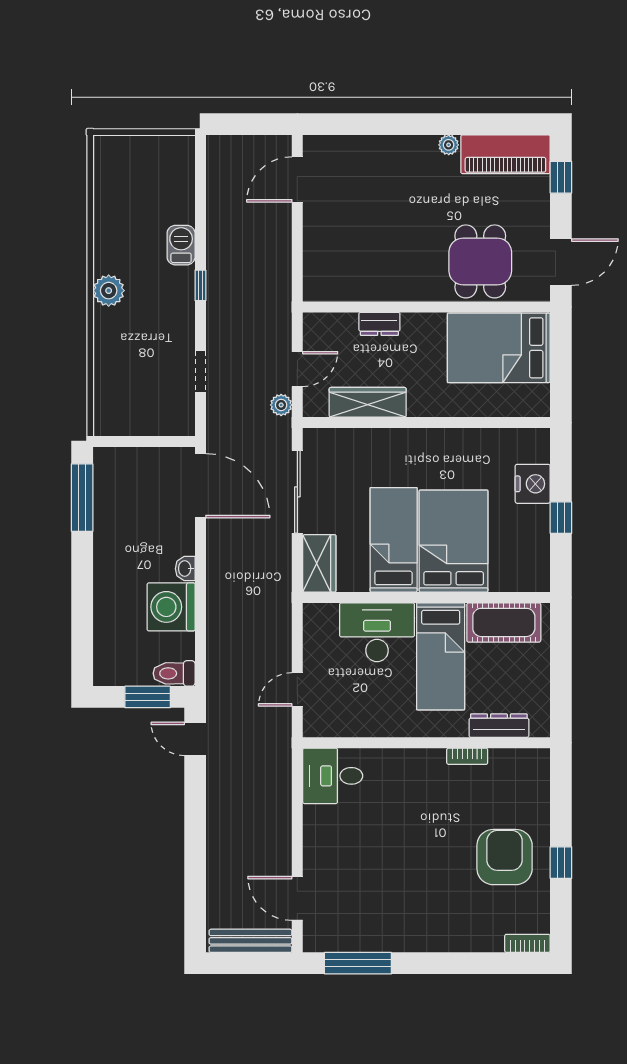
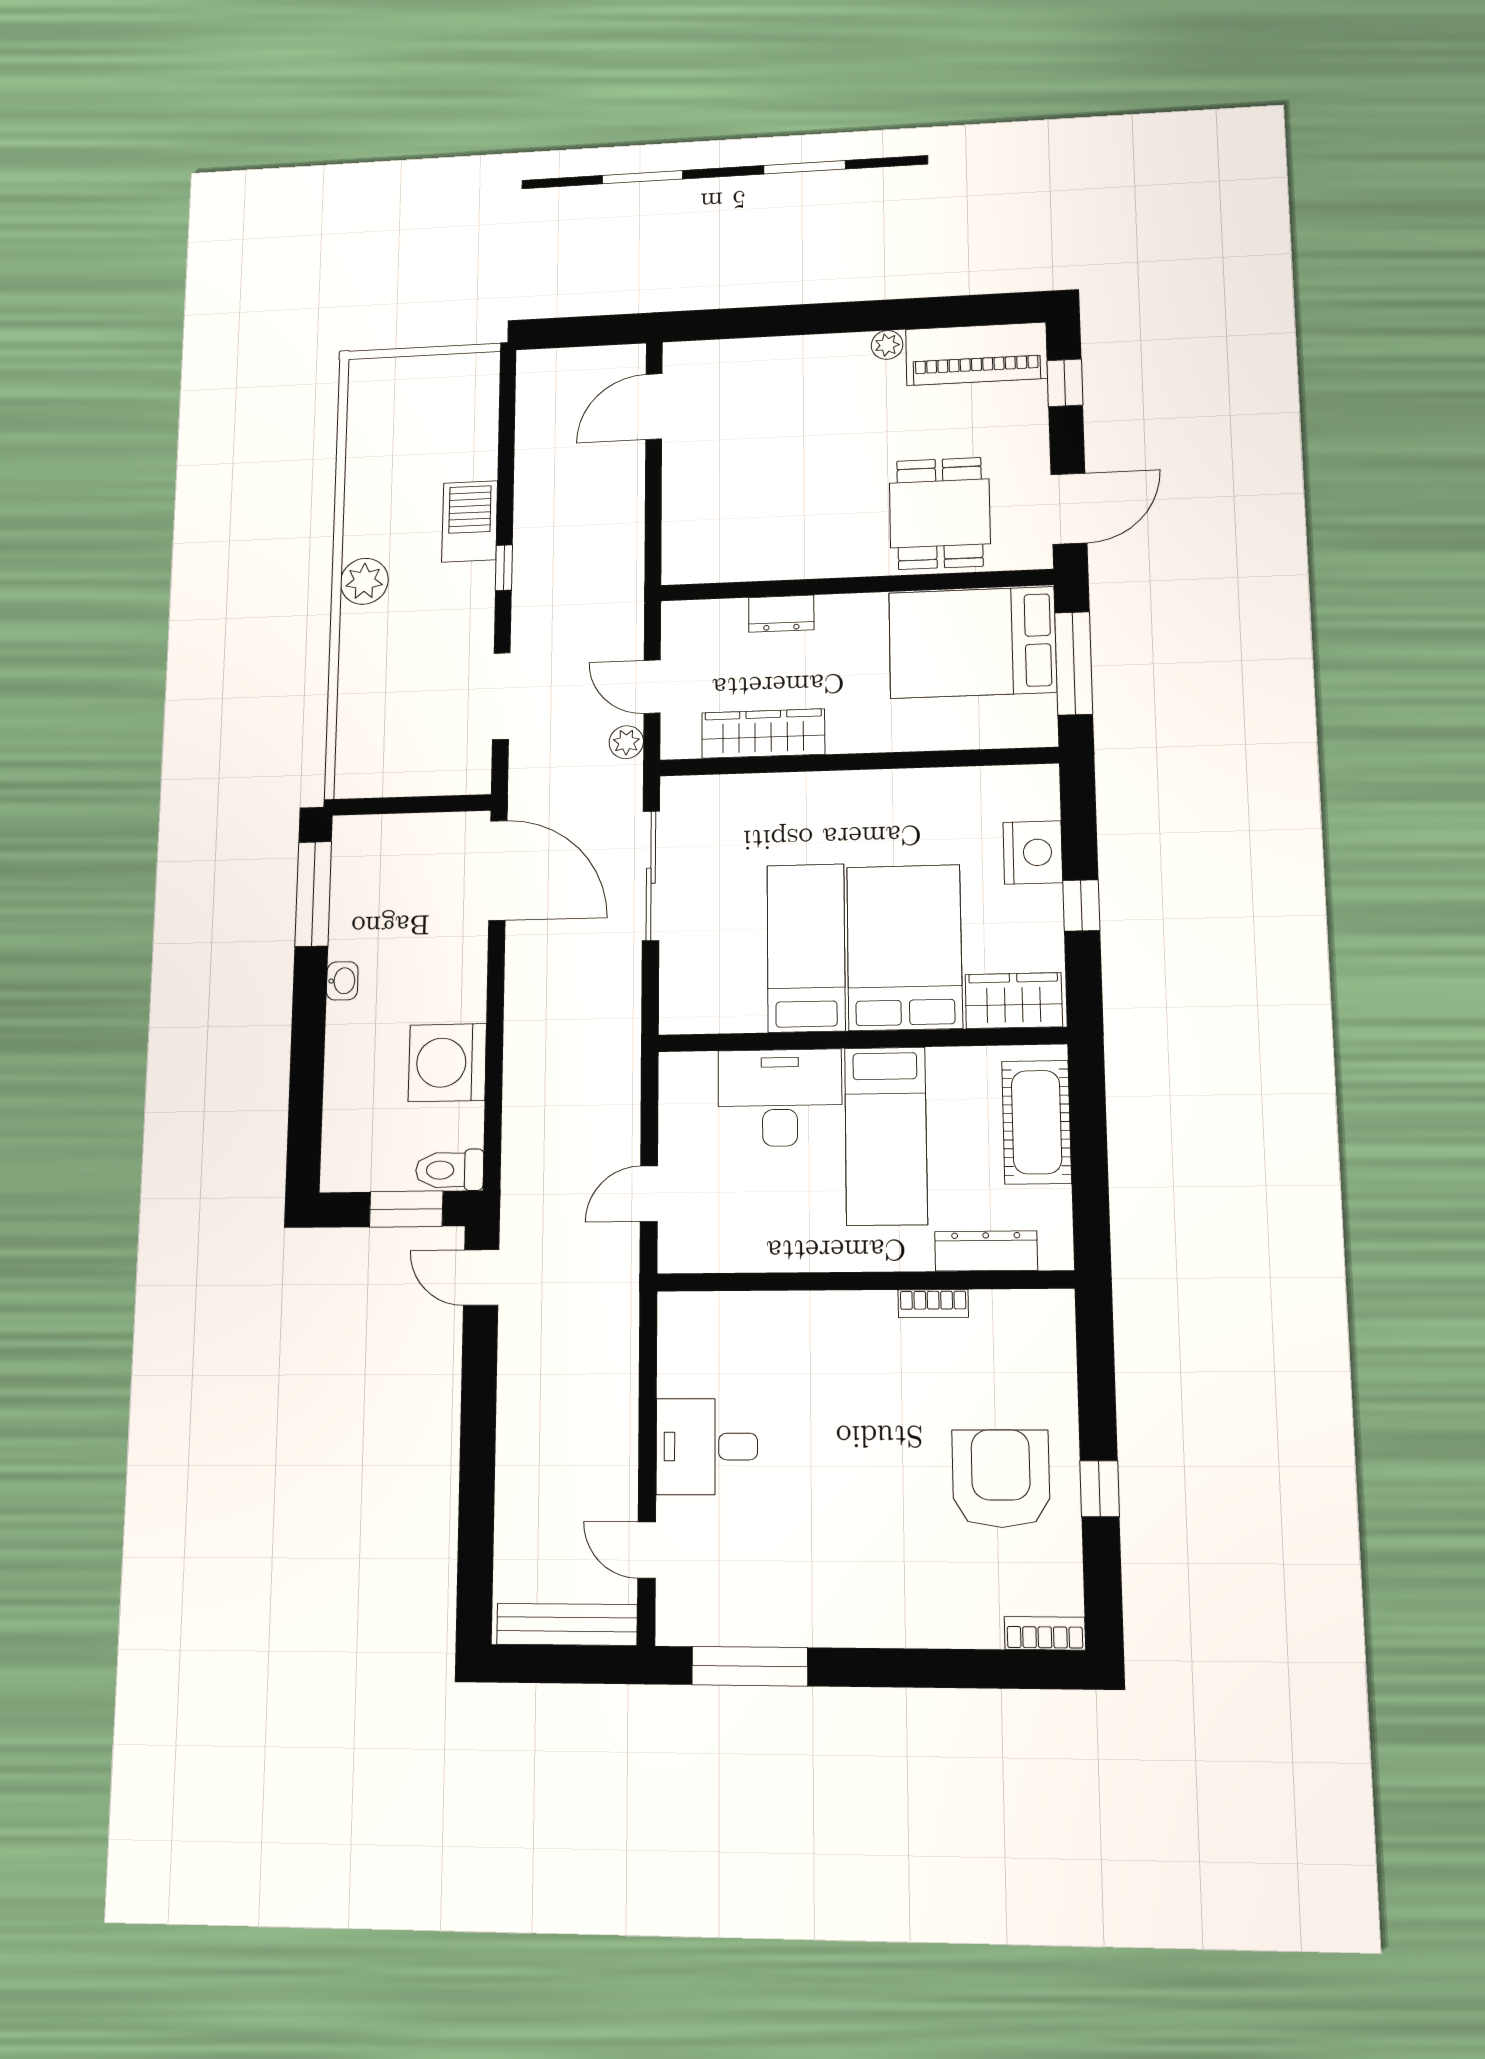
barbecue: (181, 245) -> (470, 521), width x1.38, depth x1.27
window: (561, 364) -> (1074, 663), added
door: (297, 369) -> (652, 687), swing flipped
doorway: (200, 372) -> (501, 696), width x1.38
wardrobe: (319, 563) -> (1014, 1001), moved, turned -90
washbasin: (185, 569) -> (342, 981), moved, turned 180
cot: (504, 622) -> (1036, 1122), moved, turned 90
desk: (333, 776) -> (707, 1447), moved
door: (297, 898) -> (647, 1550), width x0.73

